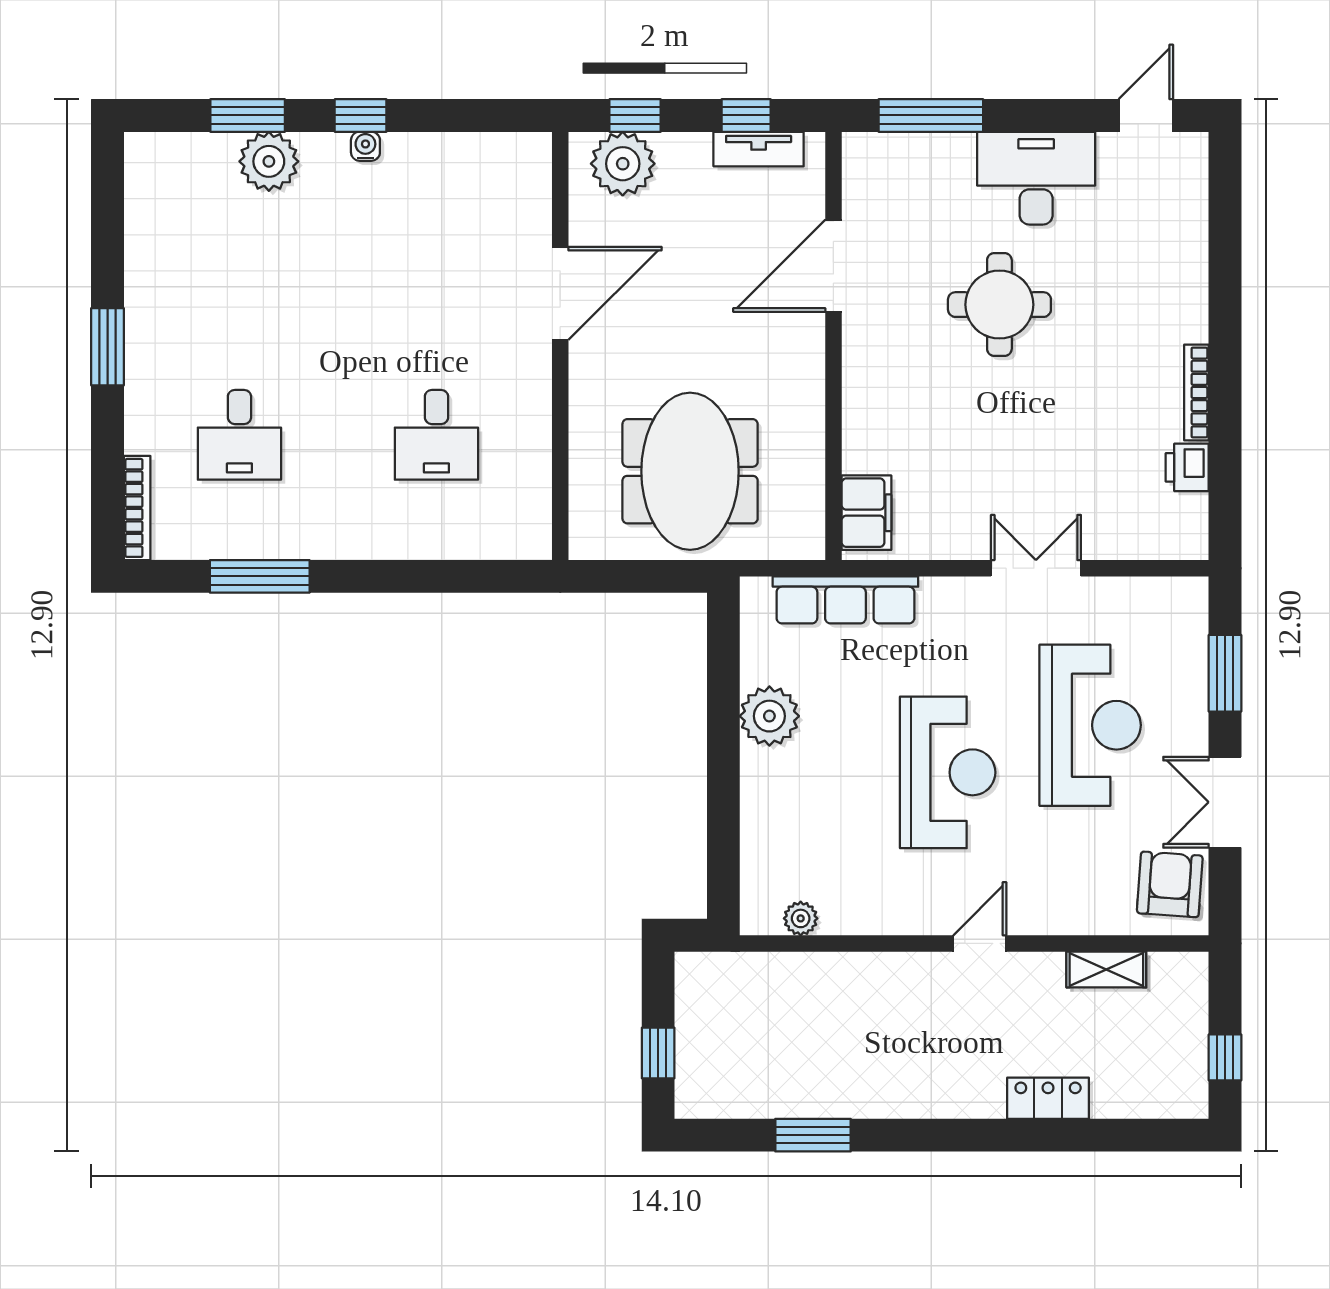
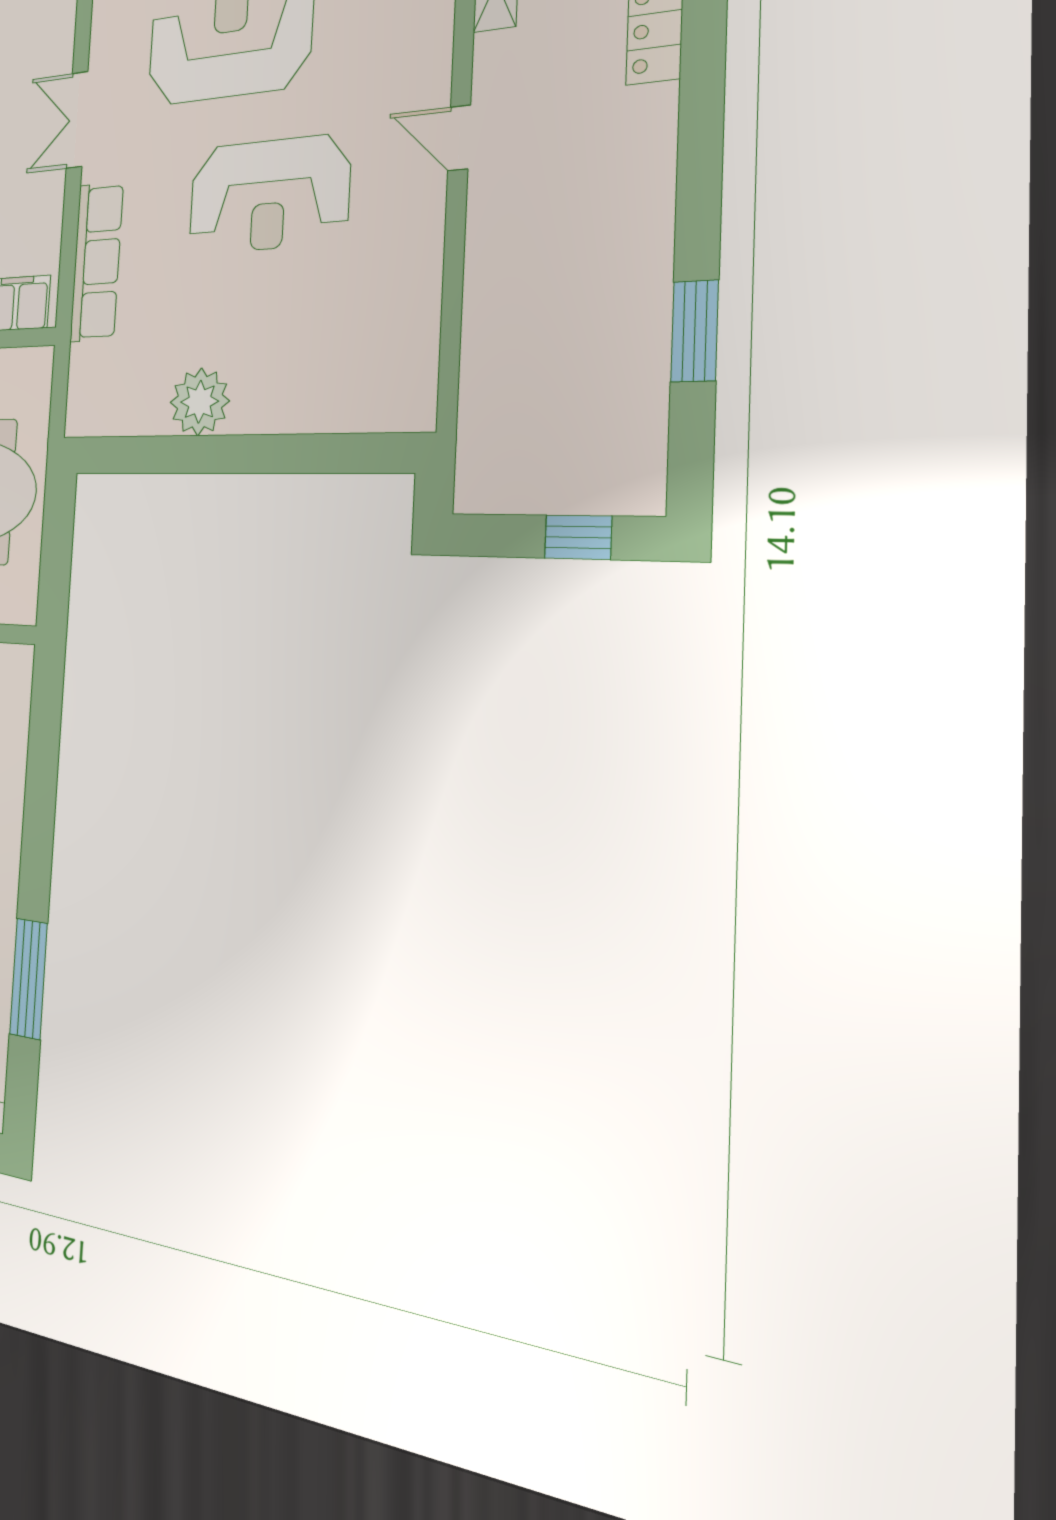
row of seats: (845, 600) -> (97, 262), moved
reception desk: (948, 772) -> (269, 195), turned 180
plant: (801, 918) -> (420, 358), removed

